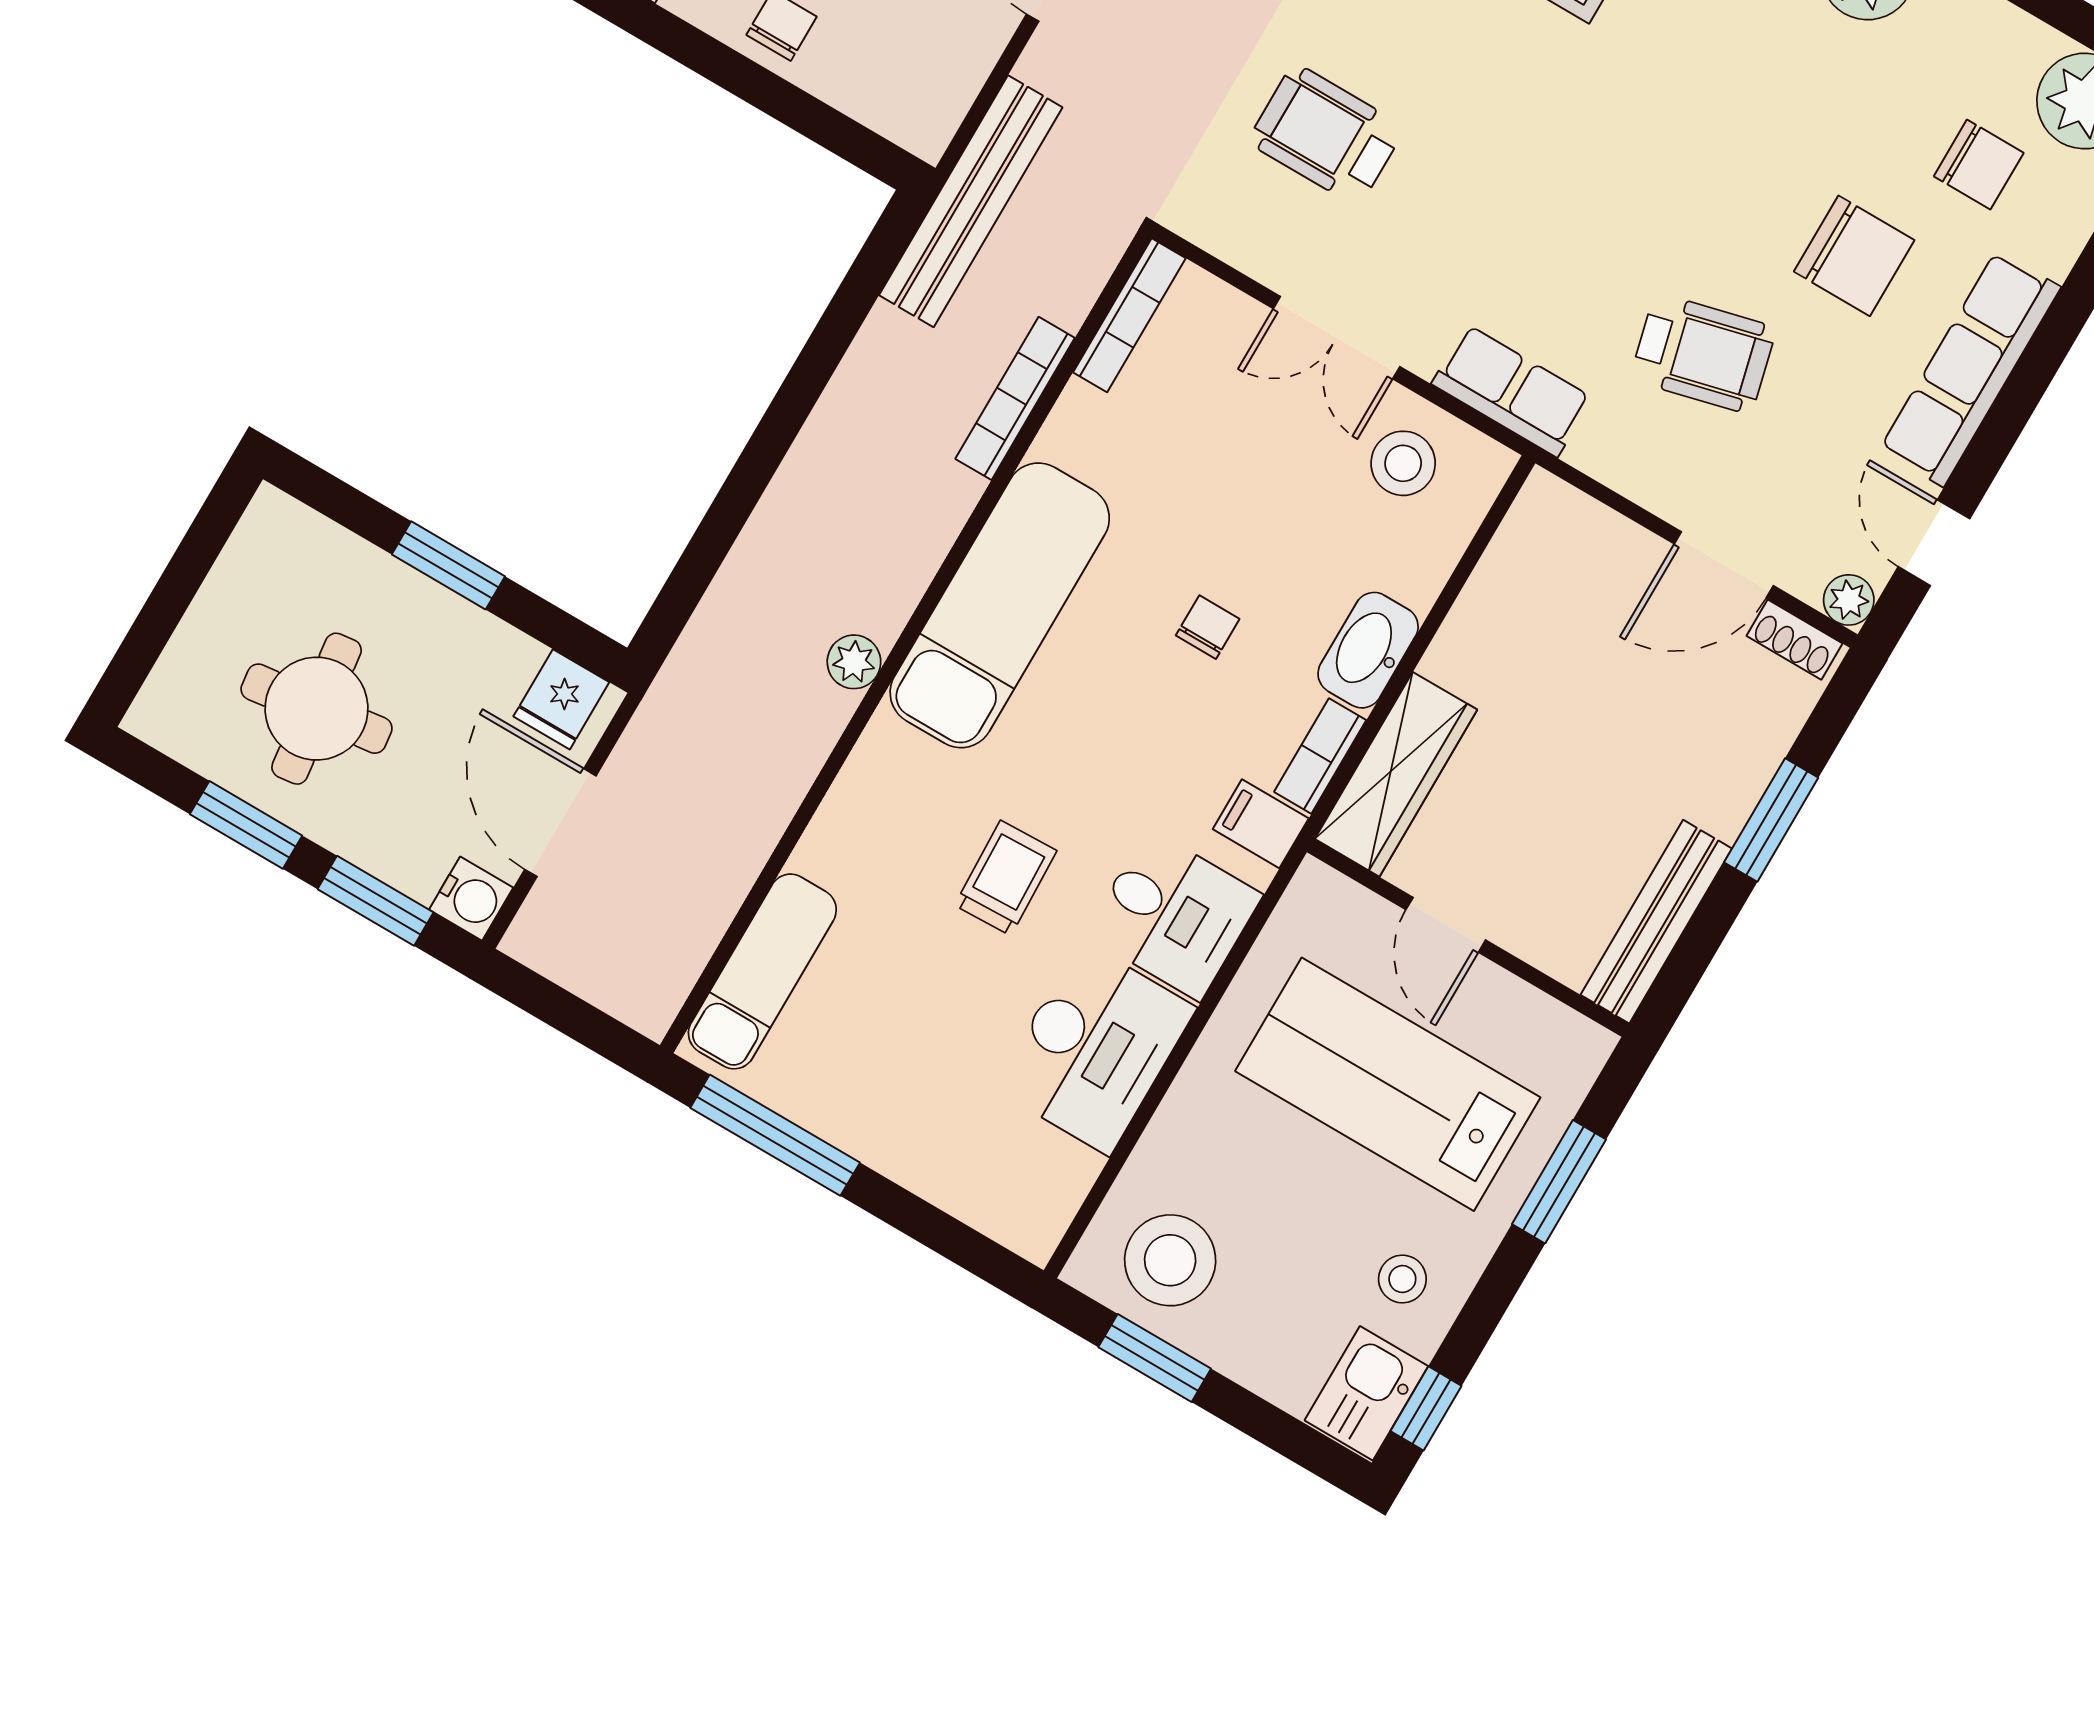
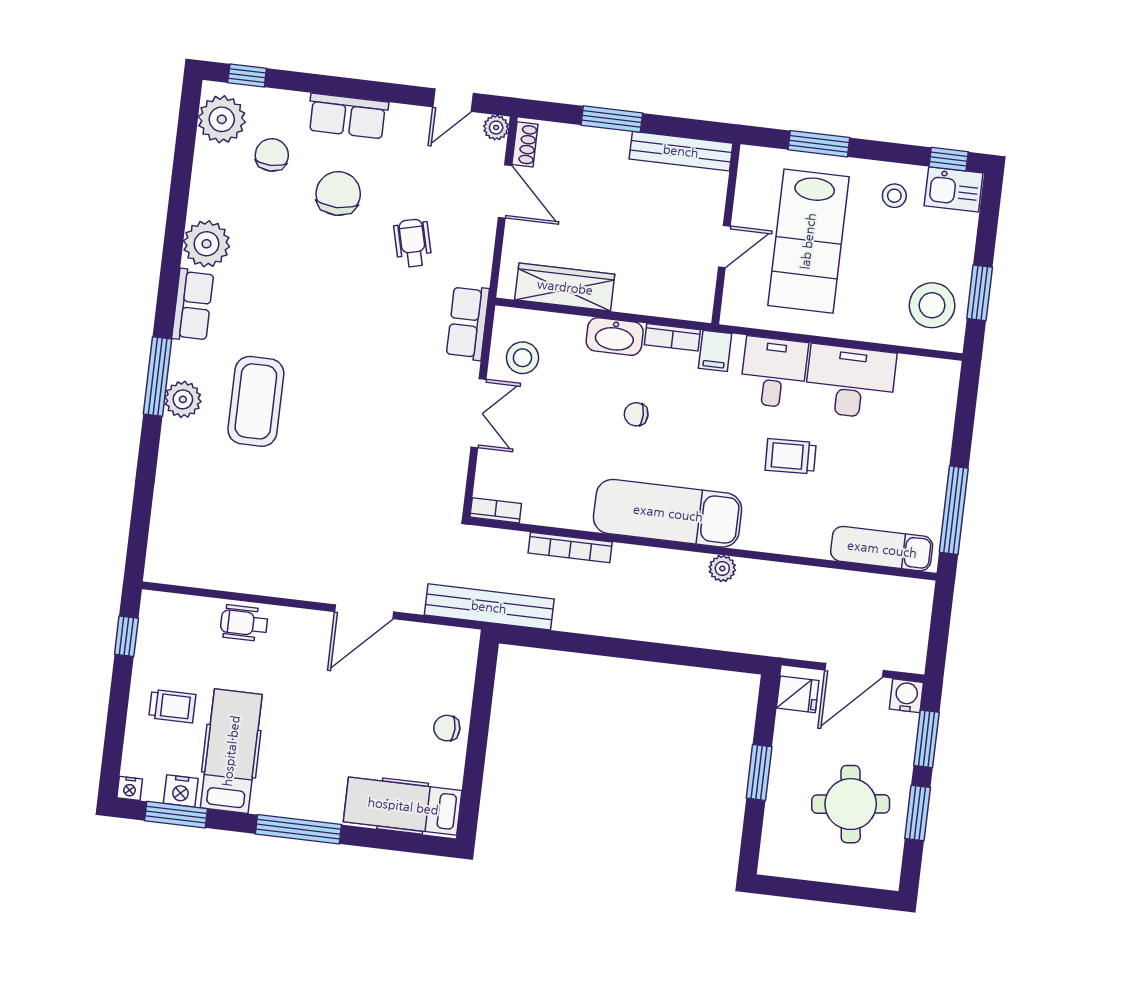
wheelchair: (1326, 135) -> (388, 458), removed
bookcase: (1129, 315) -> (496, 510), width x0.64
wheelchair: (1703, 353) -> (413, 243), width x0.73, depth x0.73
row of seats: (1970, 368) -> (348, 116), width x0.68
wardrobe: (1396, 774) -> (565, 287), moved

